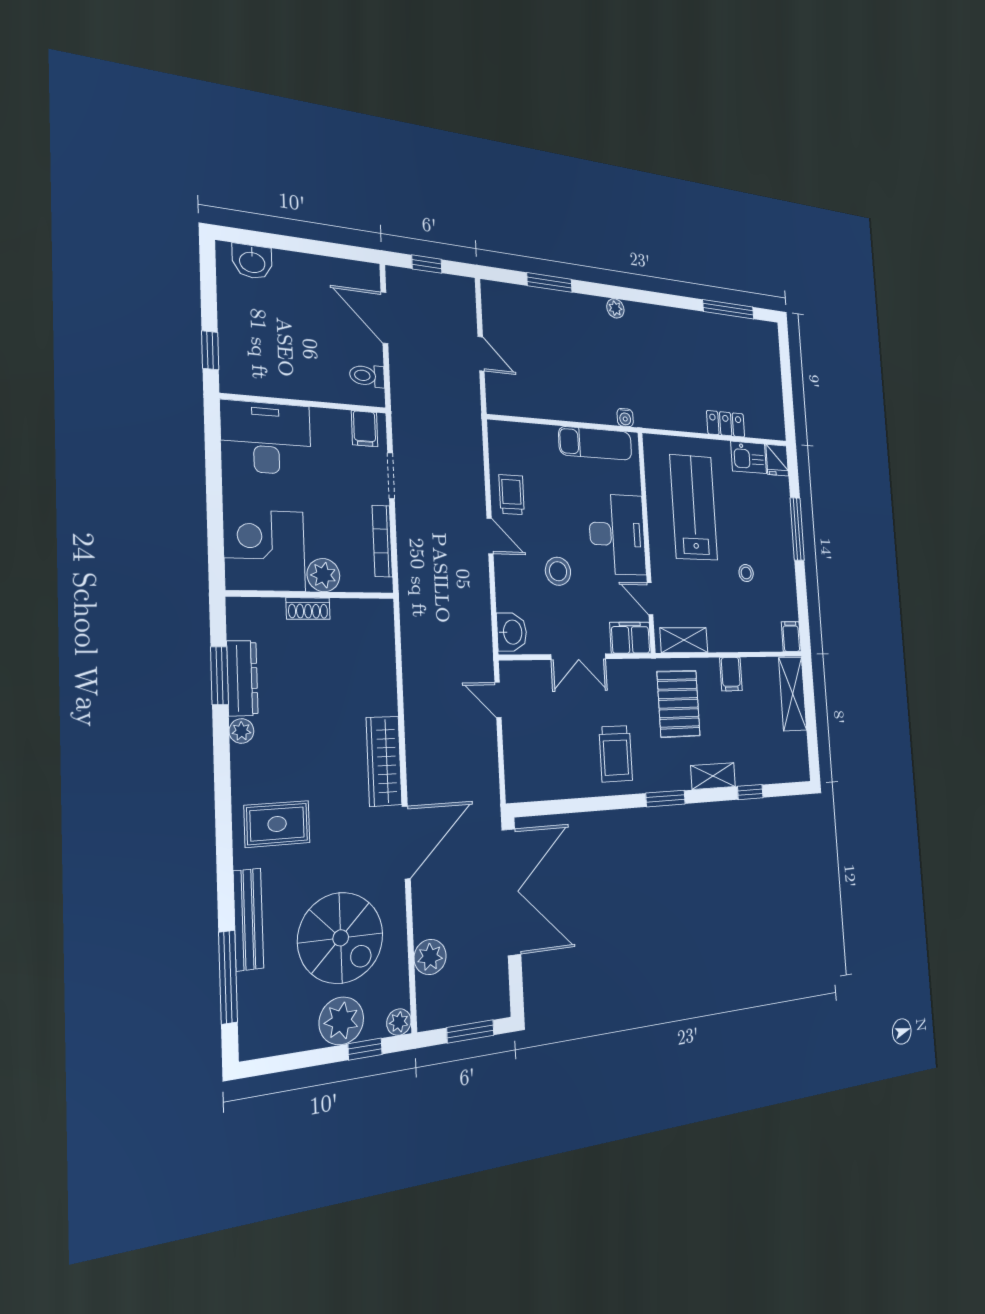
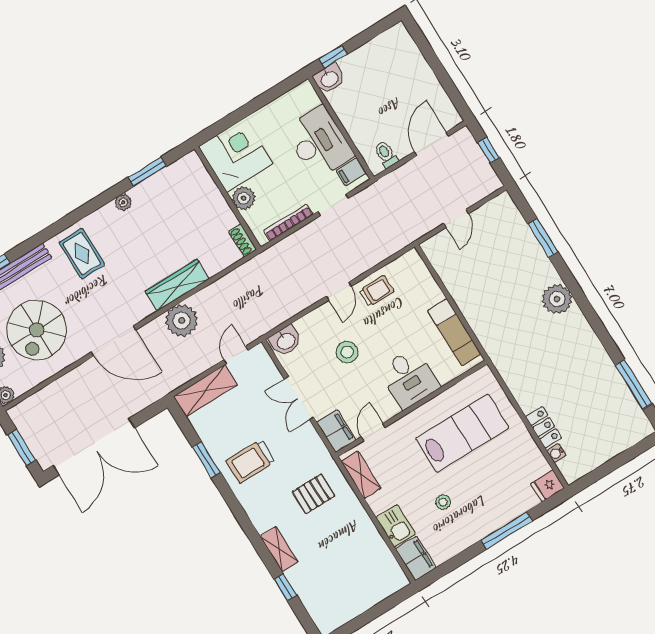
washbasin: (252, 261) -> (329, 79), moved, turned -90
plant: (615, 308) -> (557, 299), width x1.87, depth x1.87
water cooler: (625, 417) -> (556, 453), moved
desk: (266, 438) -> (319, 142), moved
kitchen sink: (749, 457) -> (396, 526), moved, turned 180
desk: (617, 534) -> (409, 378), width x0.73
shoe rack: (308, 609) -> (243, 241), moved
filing cabinet: (791, 637) -> (416, 558), width x2.00
filing cabinet: (731, 674) -> (361, 527), removed
dresser: (242, 678) -> (154, 185), removed
shelving: (793, 694) -> (206, 391), moved
pallet: (679, 704) -> (313, 494), width x0.67, depth x0.71
wardrobe: (384, 761) -> (177, 285), moved
window: (666, 799) -> (206, 460), moved
double door: (511, 892) -> (94, 447), moved
plant: (430, 957) -> (182, 321), moved, width x1.36, depth x1.36

